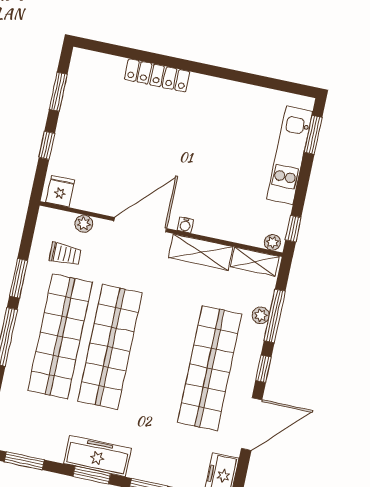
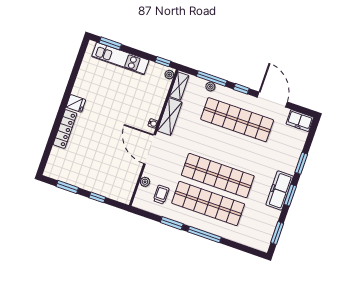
fridge: (60, 191) -> (76, 103), moved, turned 180

